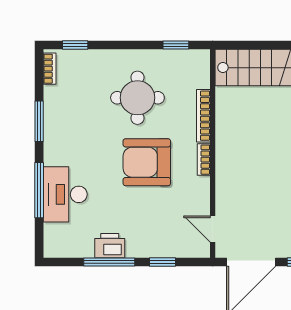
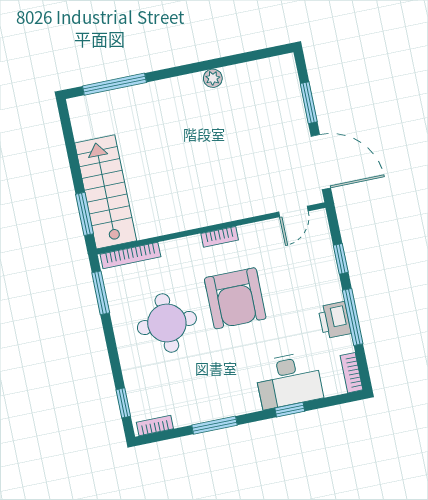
window: (176, 45) -> (101, 293), width x1.50
window: (248, 45) -> (84, 214), added
bookcase: (203, 116) -> (130, 255), moved
window: (39, 190) -> (290, 410), width x0.46
bookcase: (61, 251) -> (351, 373), added

